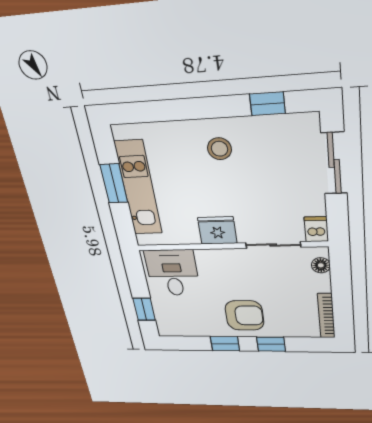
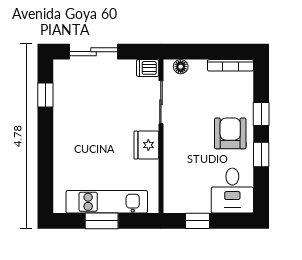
stool: (219, 149) -> (77, 134), removed
desk: (173, 273) -> (232, 191), moved, turned -90
window: (144, 309) -> (197, 221), moved

